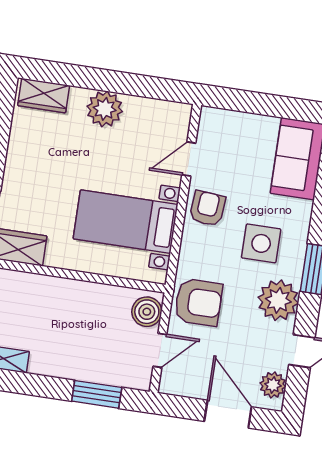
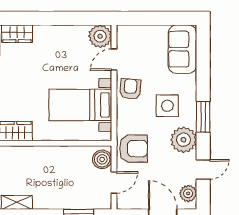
plant: (105, 109) -> (100, 36), moved

